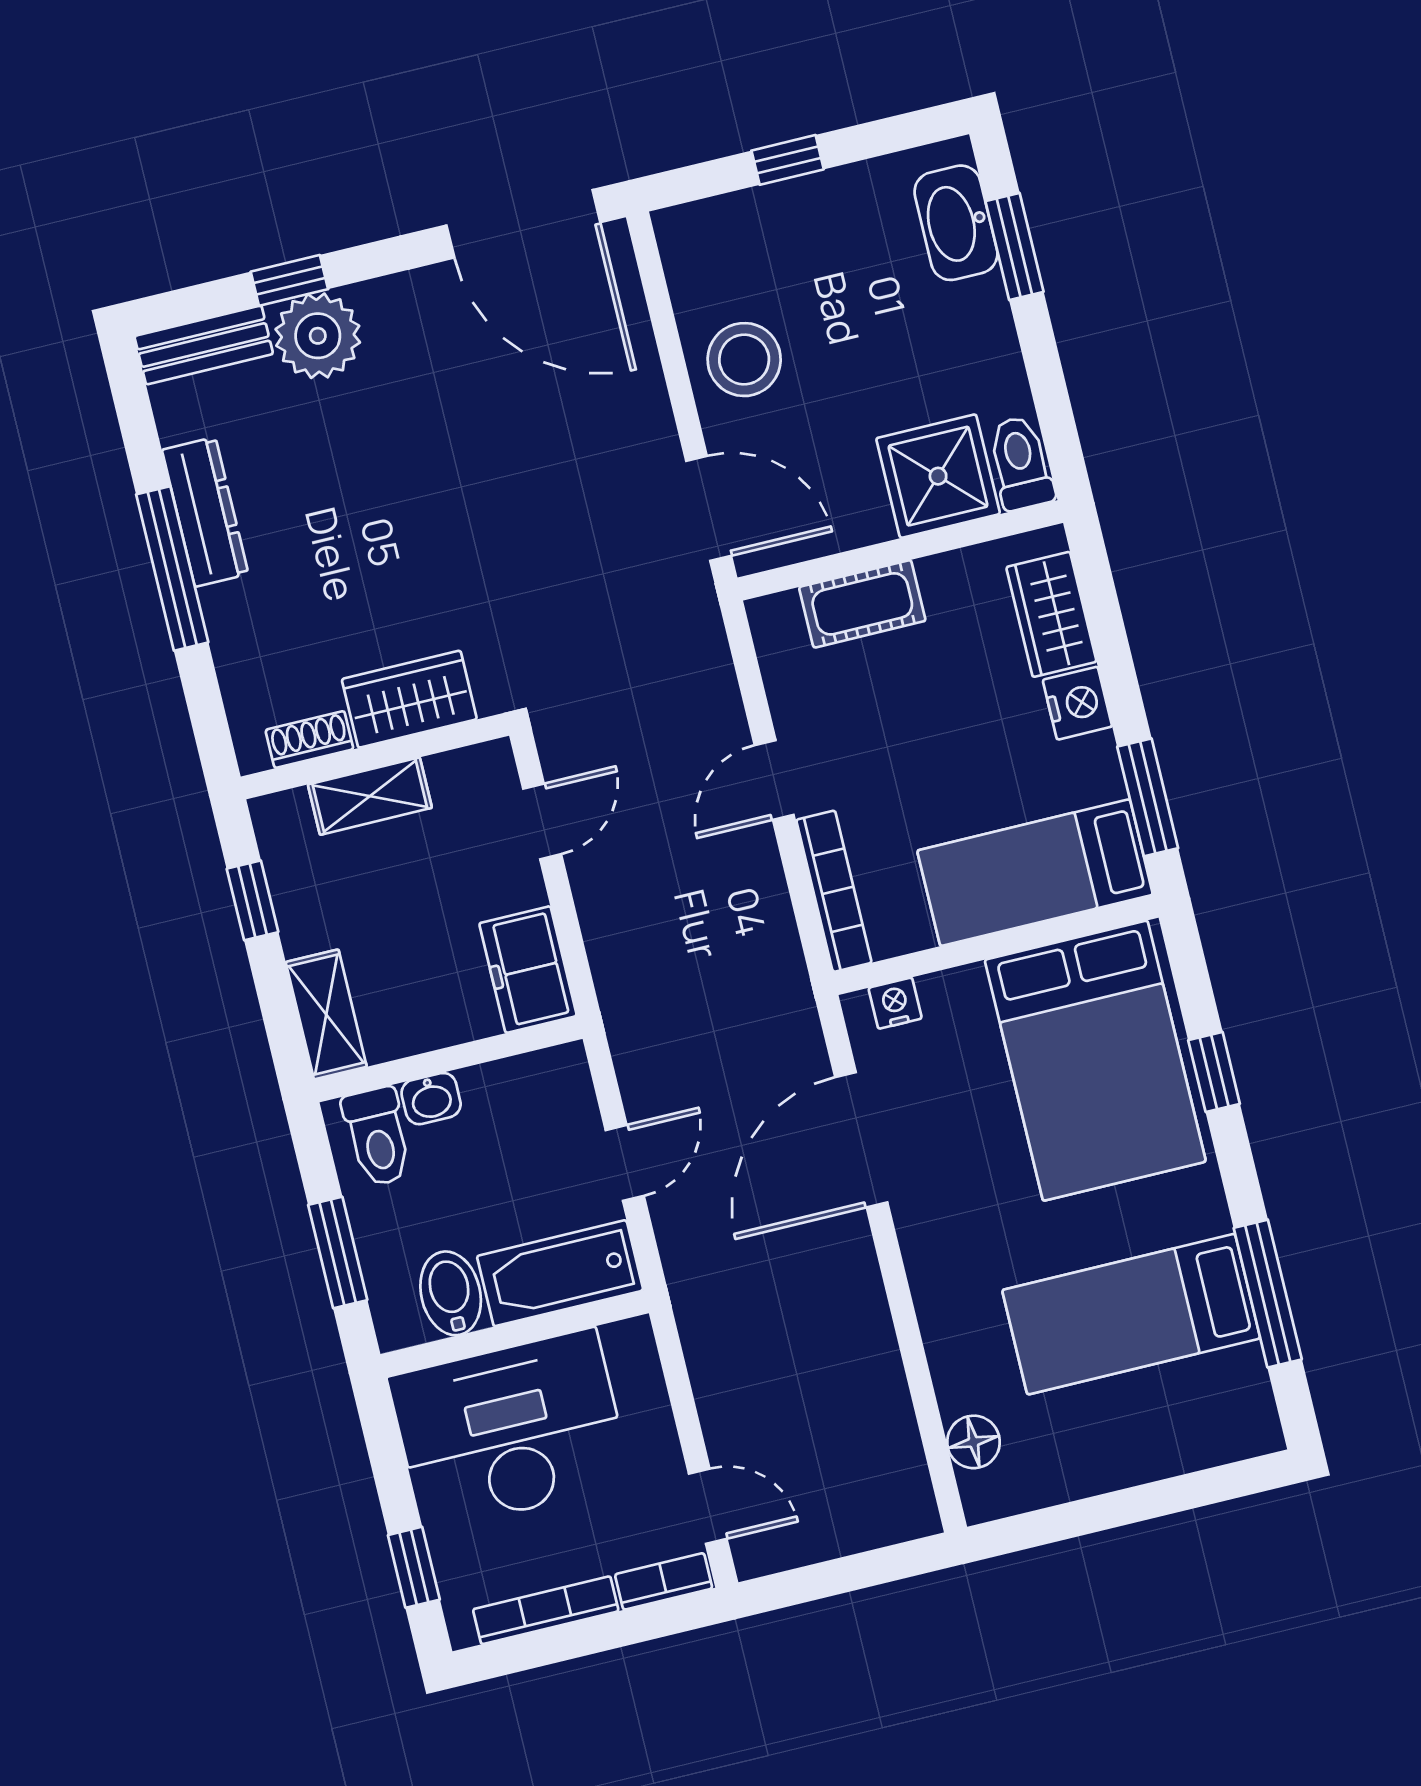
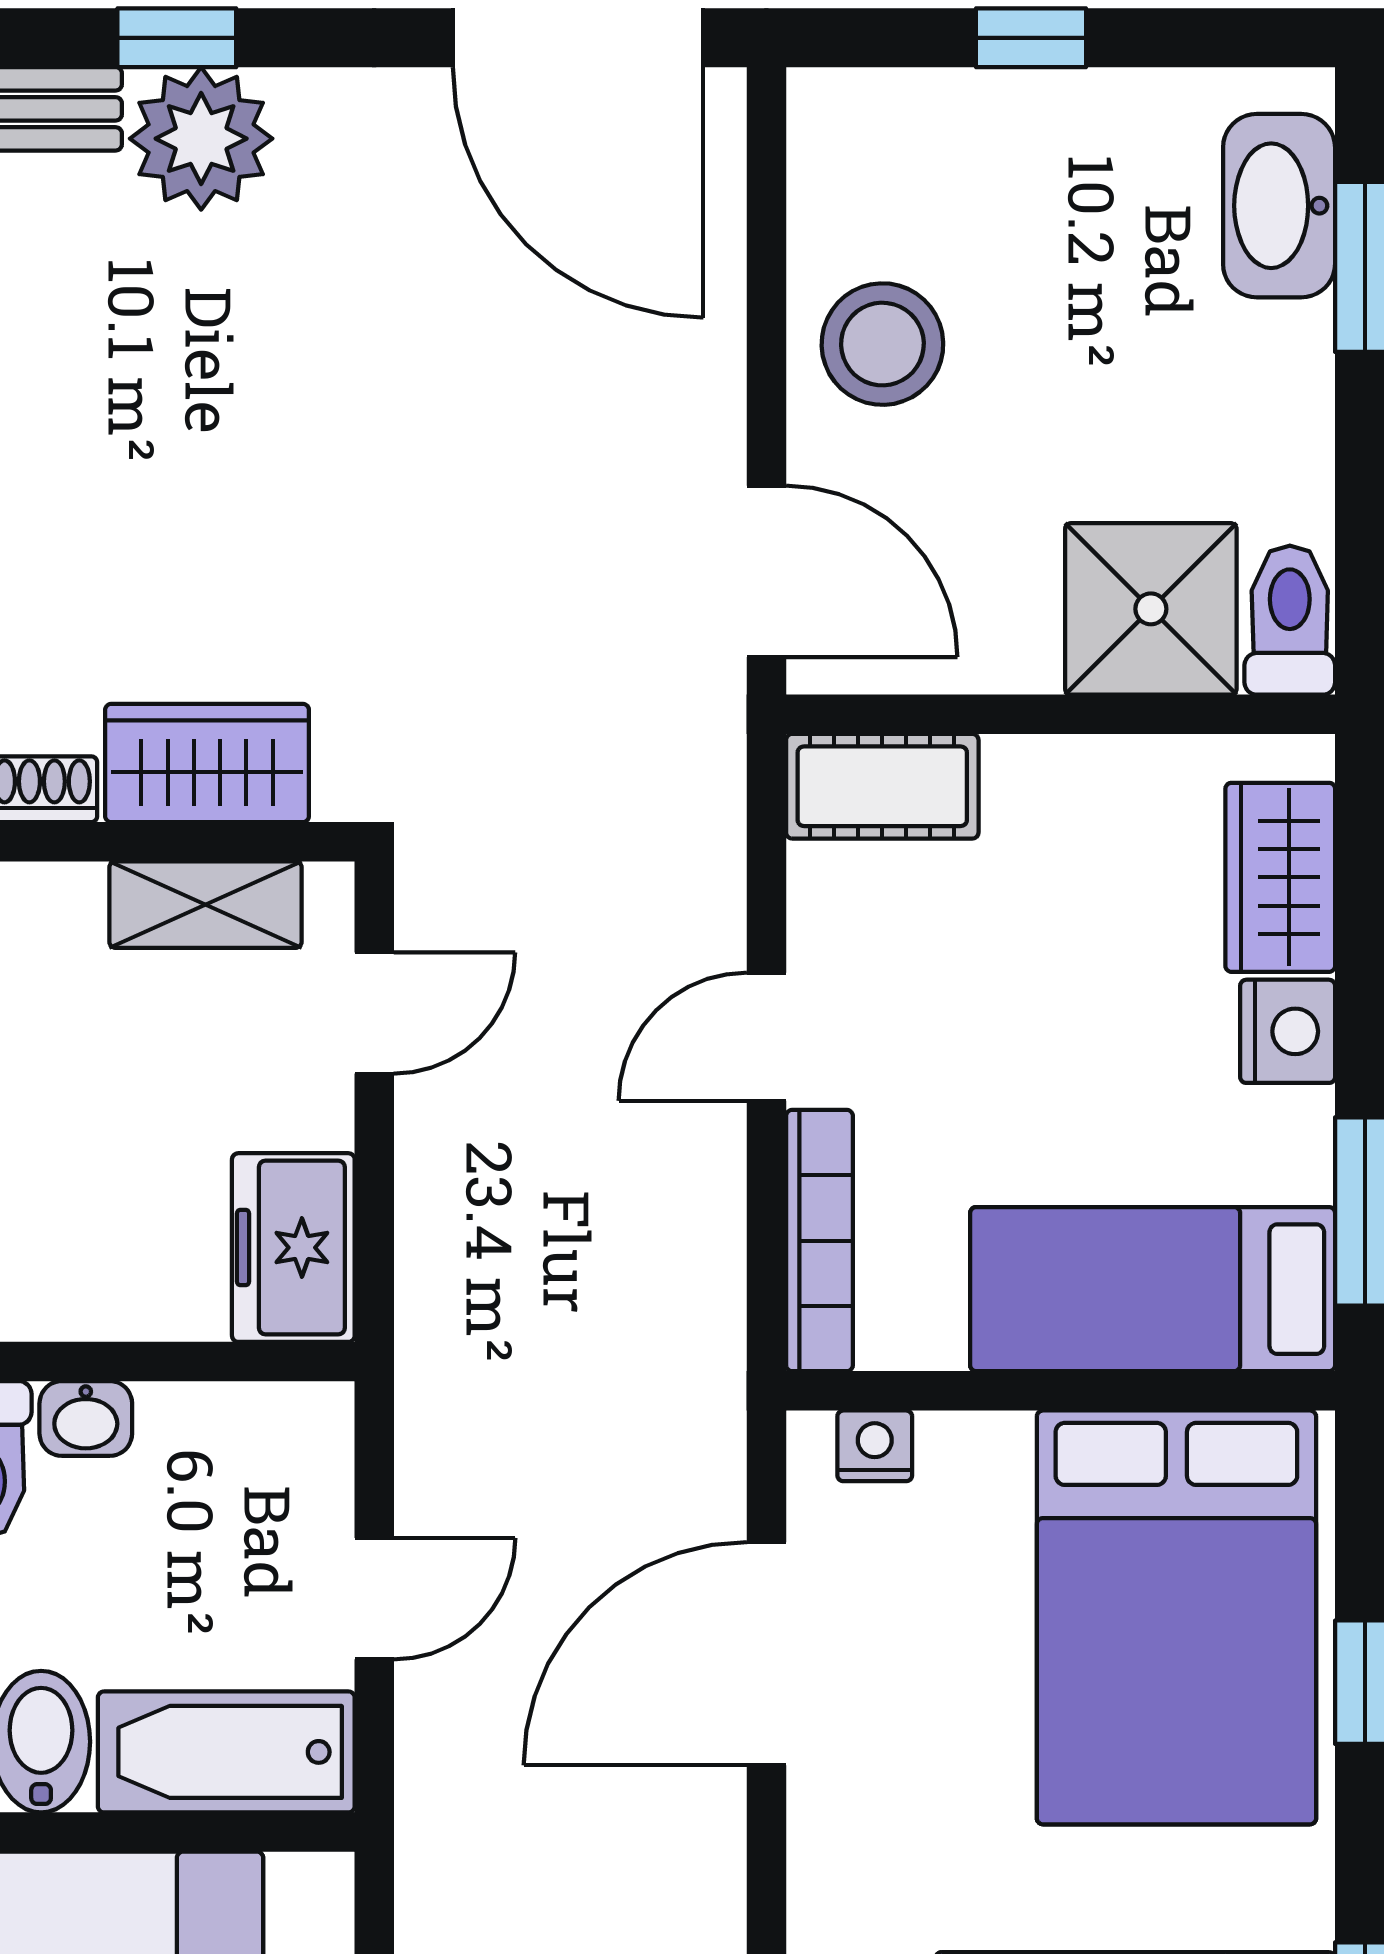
cot: (862, 604) -> (882, 786), moved
shelving: (370, 796) -> (206, 905), moved

